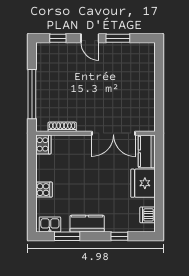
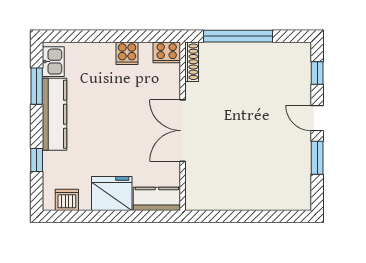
door: (90, 38) -> (317, 118), hinge flipped
shoe rack: (62, 127) -> (192, 62), moved
double door: (113, 133) -> (183, 131), moved
cooker: (44, 190) -> (127, 53), moved
kitchen counter: (87, 224) -> (54, 114), width x1.50

